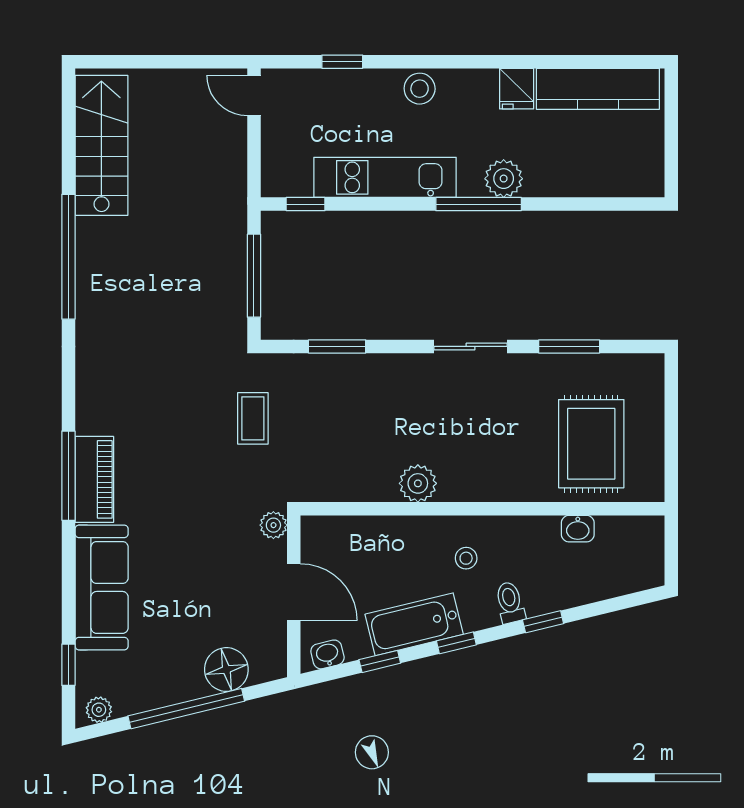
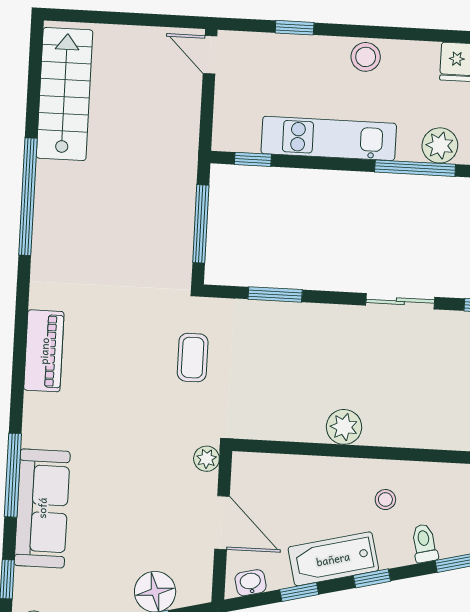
window: (68, 476) -> (13, 475), moved
piano: (94, 479) -> (44, 351), moved

